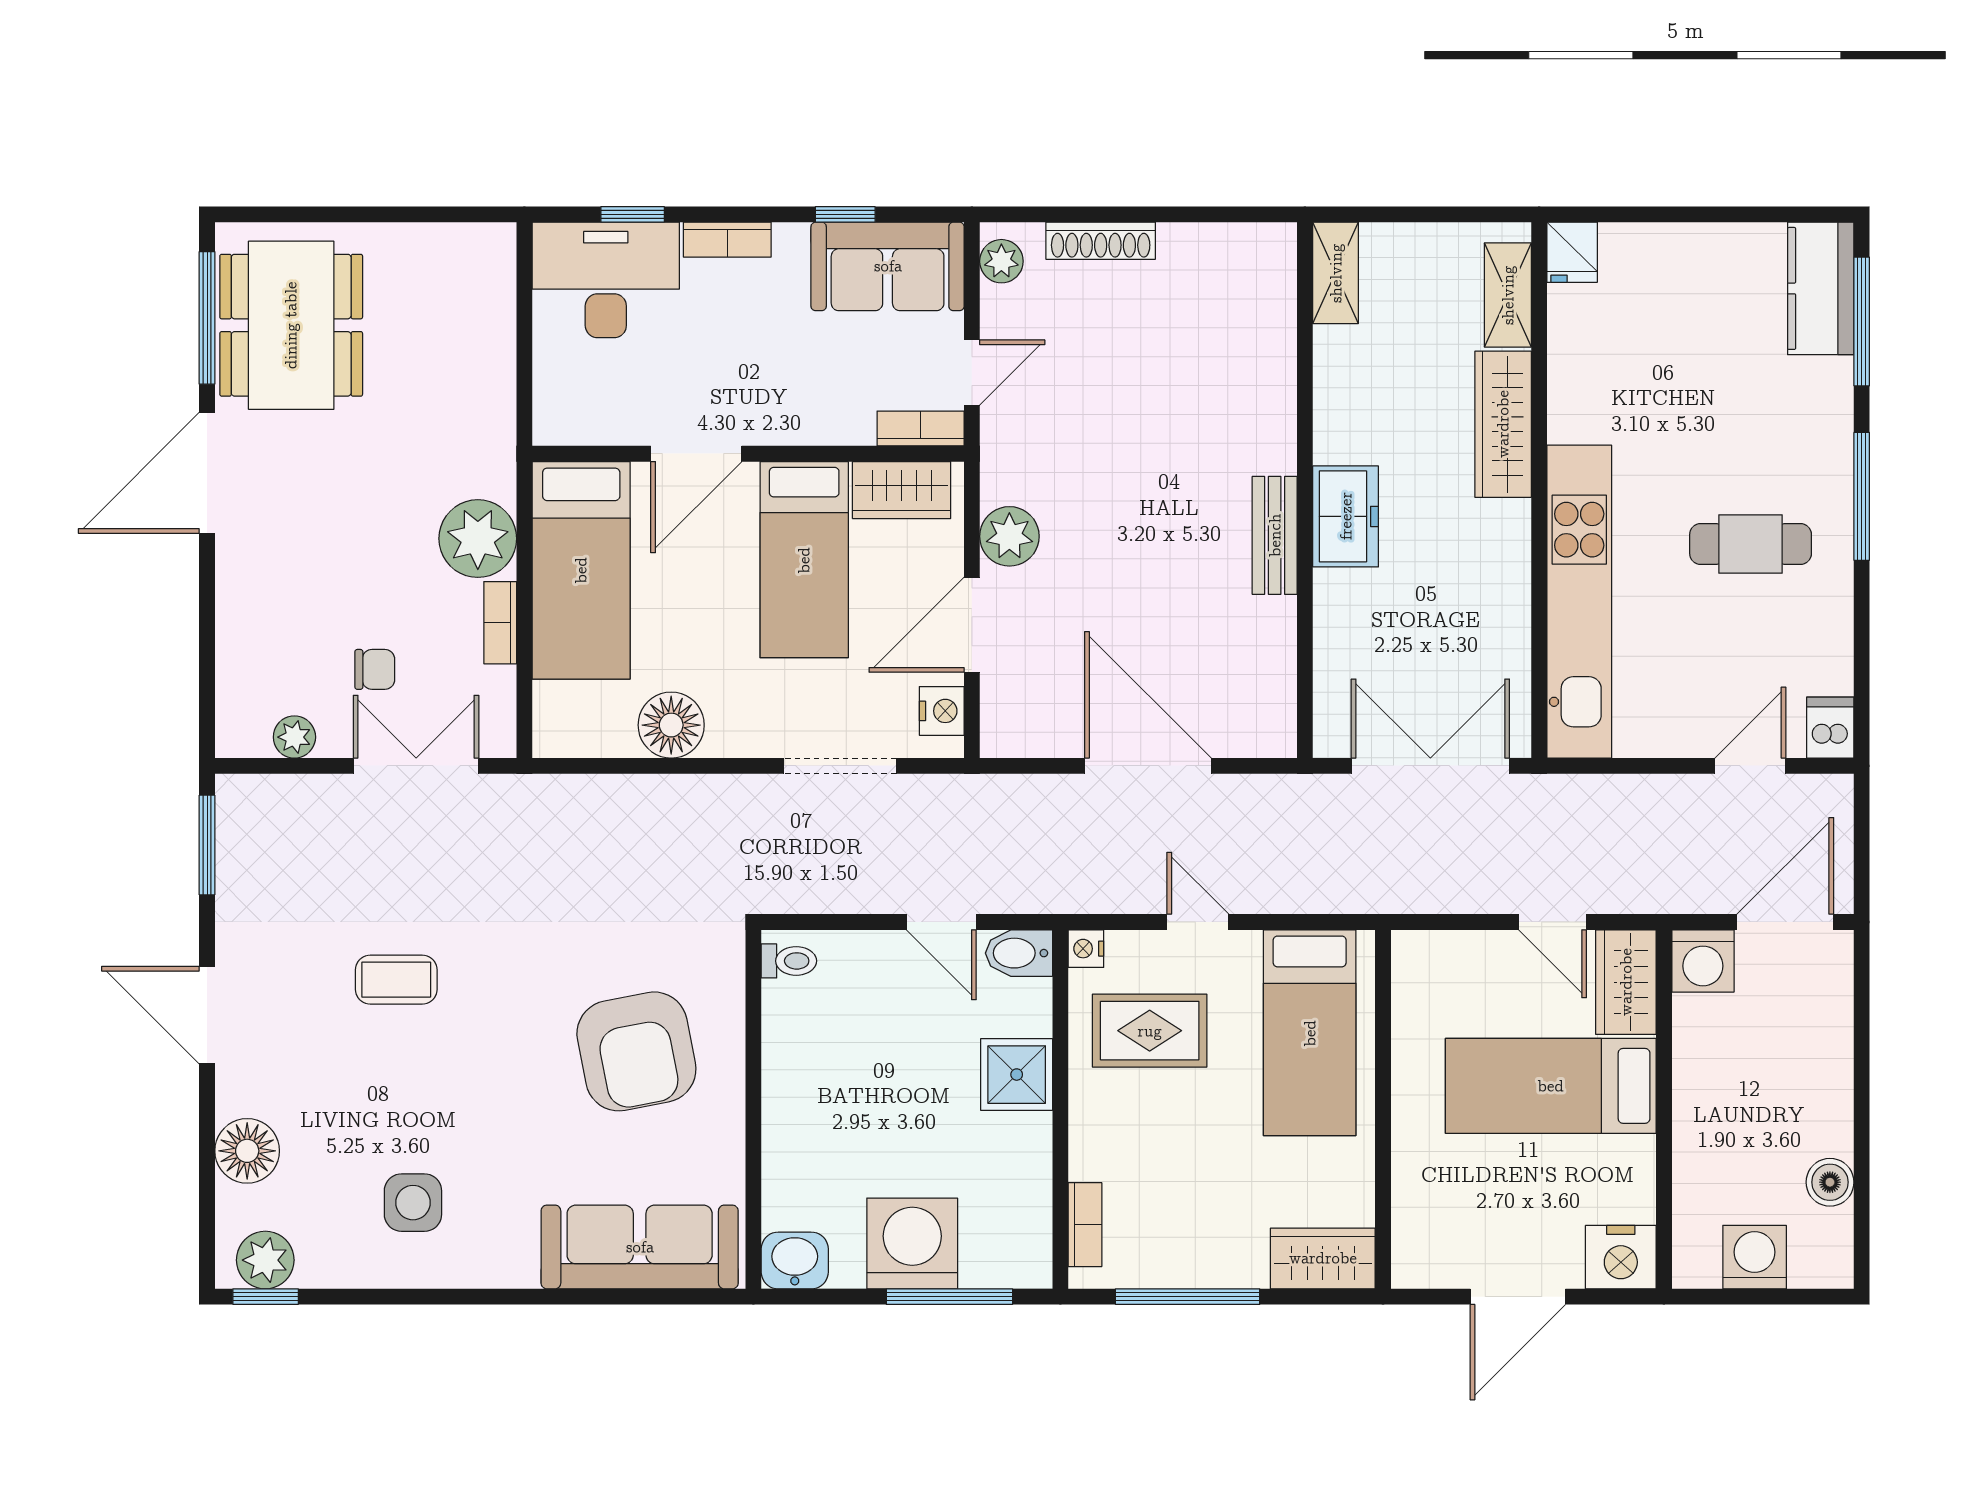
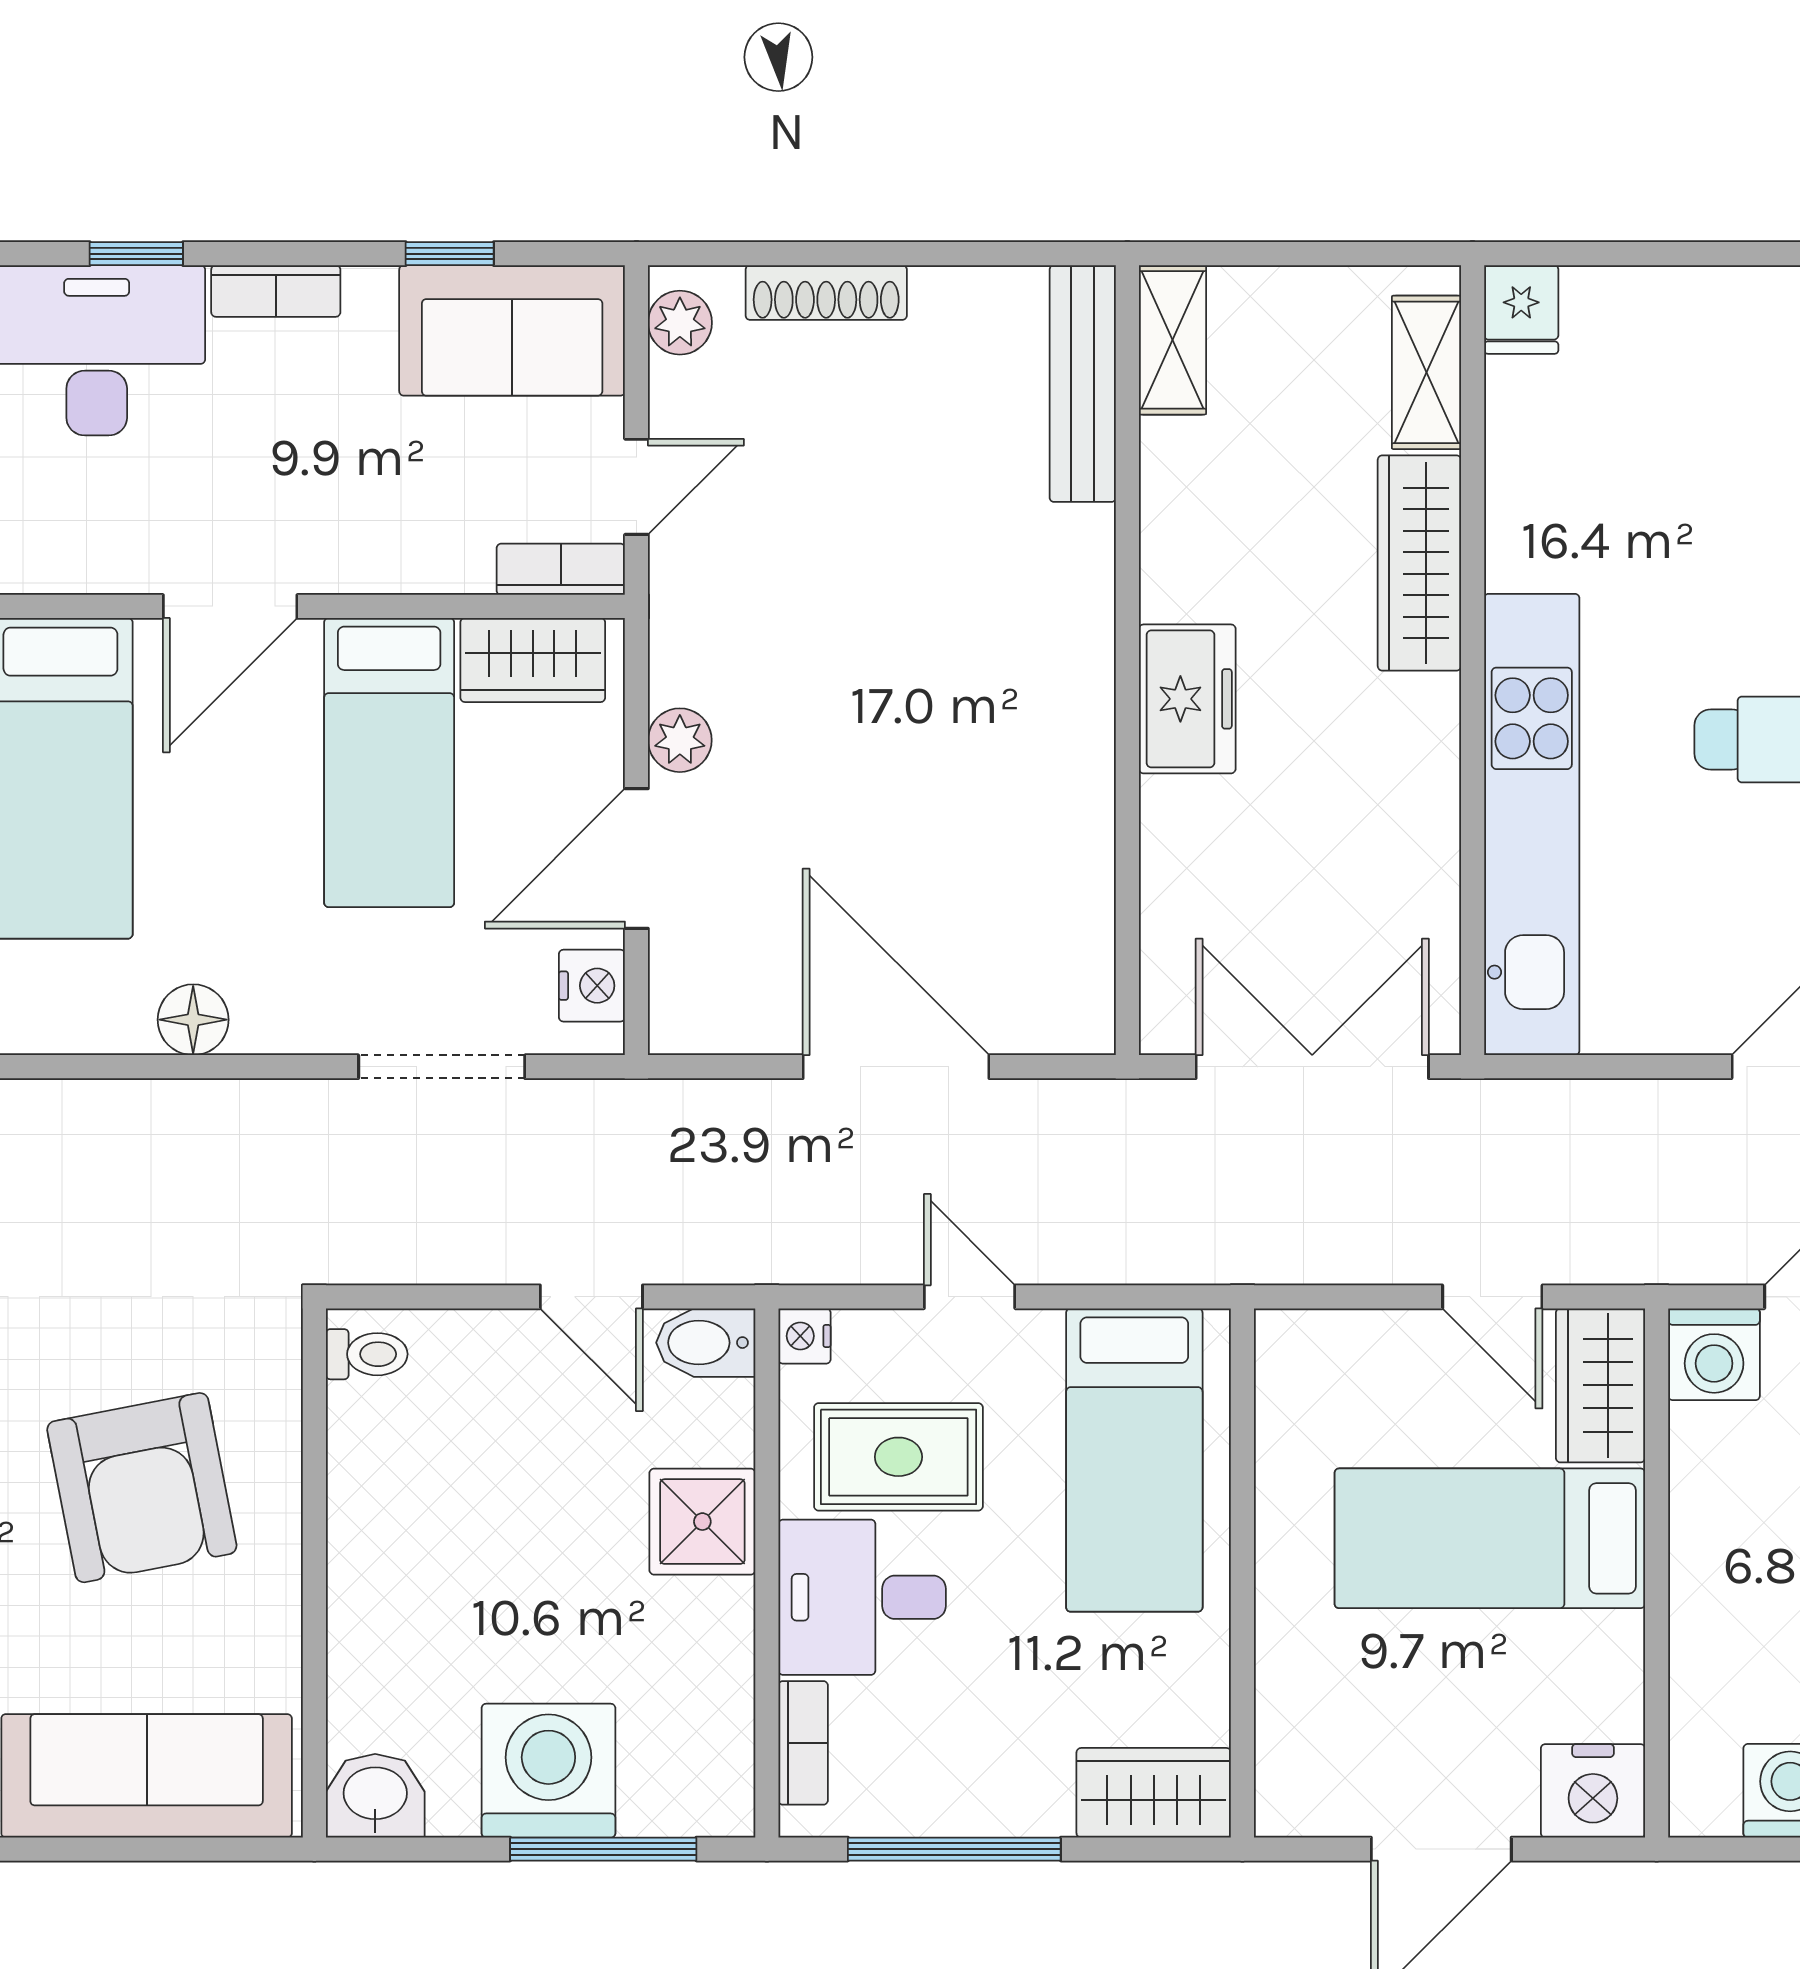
bench: (1275, 535) -> (1083, 384), moved, width x1.36
plant: (1009, 536) -> (680, 740), width x0.73, depth x0.73
floor lamp: (671, 725) -> (193, 1020), width x0.73, depth x0.73
desk: (1125, 1126) -> (862, 1597), added

